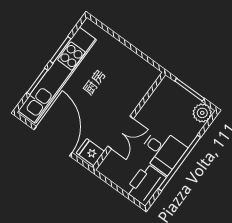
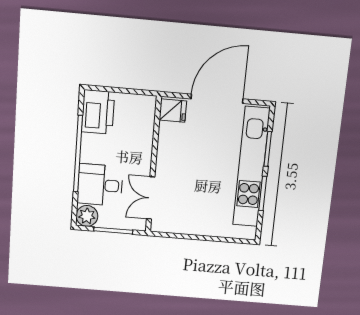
double door: (121, 132) -> (151, 198), moved
door: (53, 141) -> (217, 99), swing flipped
desk: (163, 151) -> (100, 185), moved

